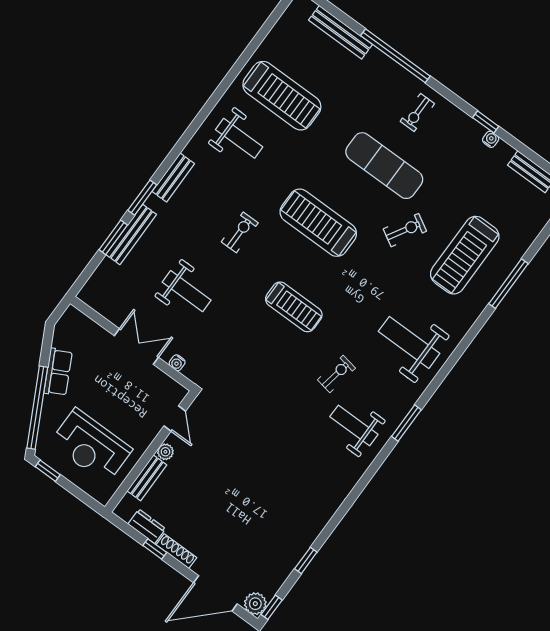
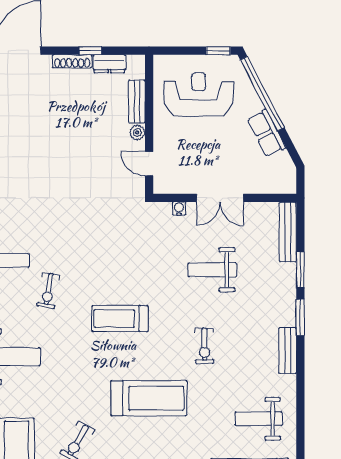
bench: (131, 234) -> (288, 232), moved

